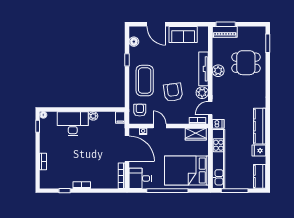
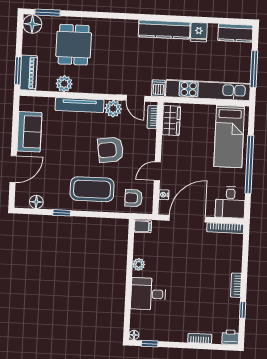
floor lamp: (259, 33) -> (32, 24), added
plant: (218, 71) -> (64, 84), moved
desk: (73, 124) -> (148, 294), width x0.73
bed: (186, 170) -> (229, 136), width x0.67
printer: (45, 183) -> (230, 337), added

